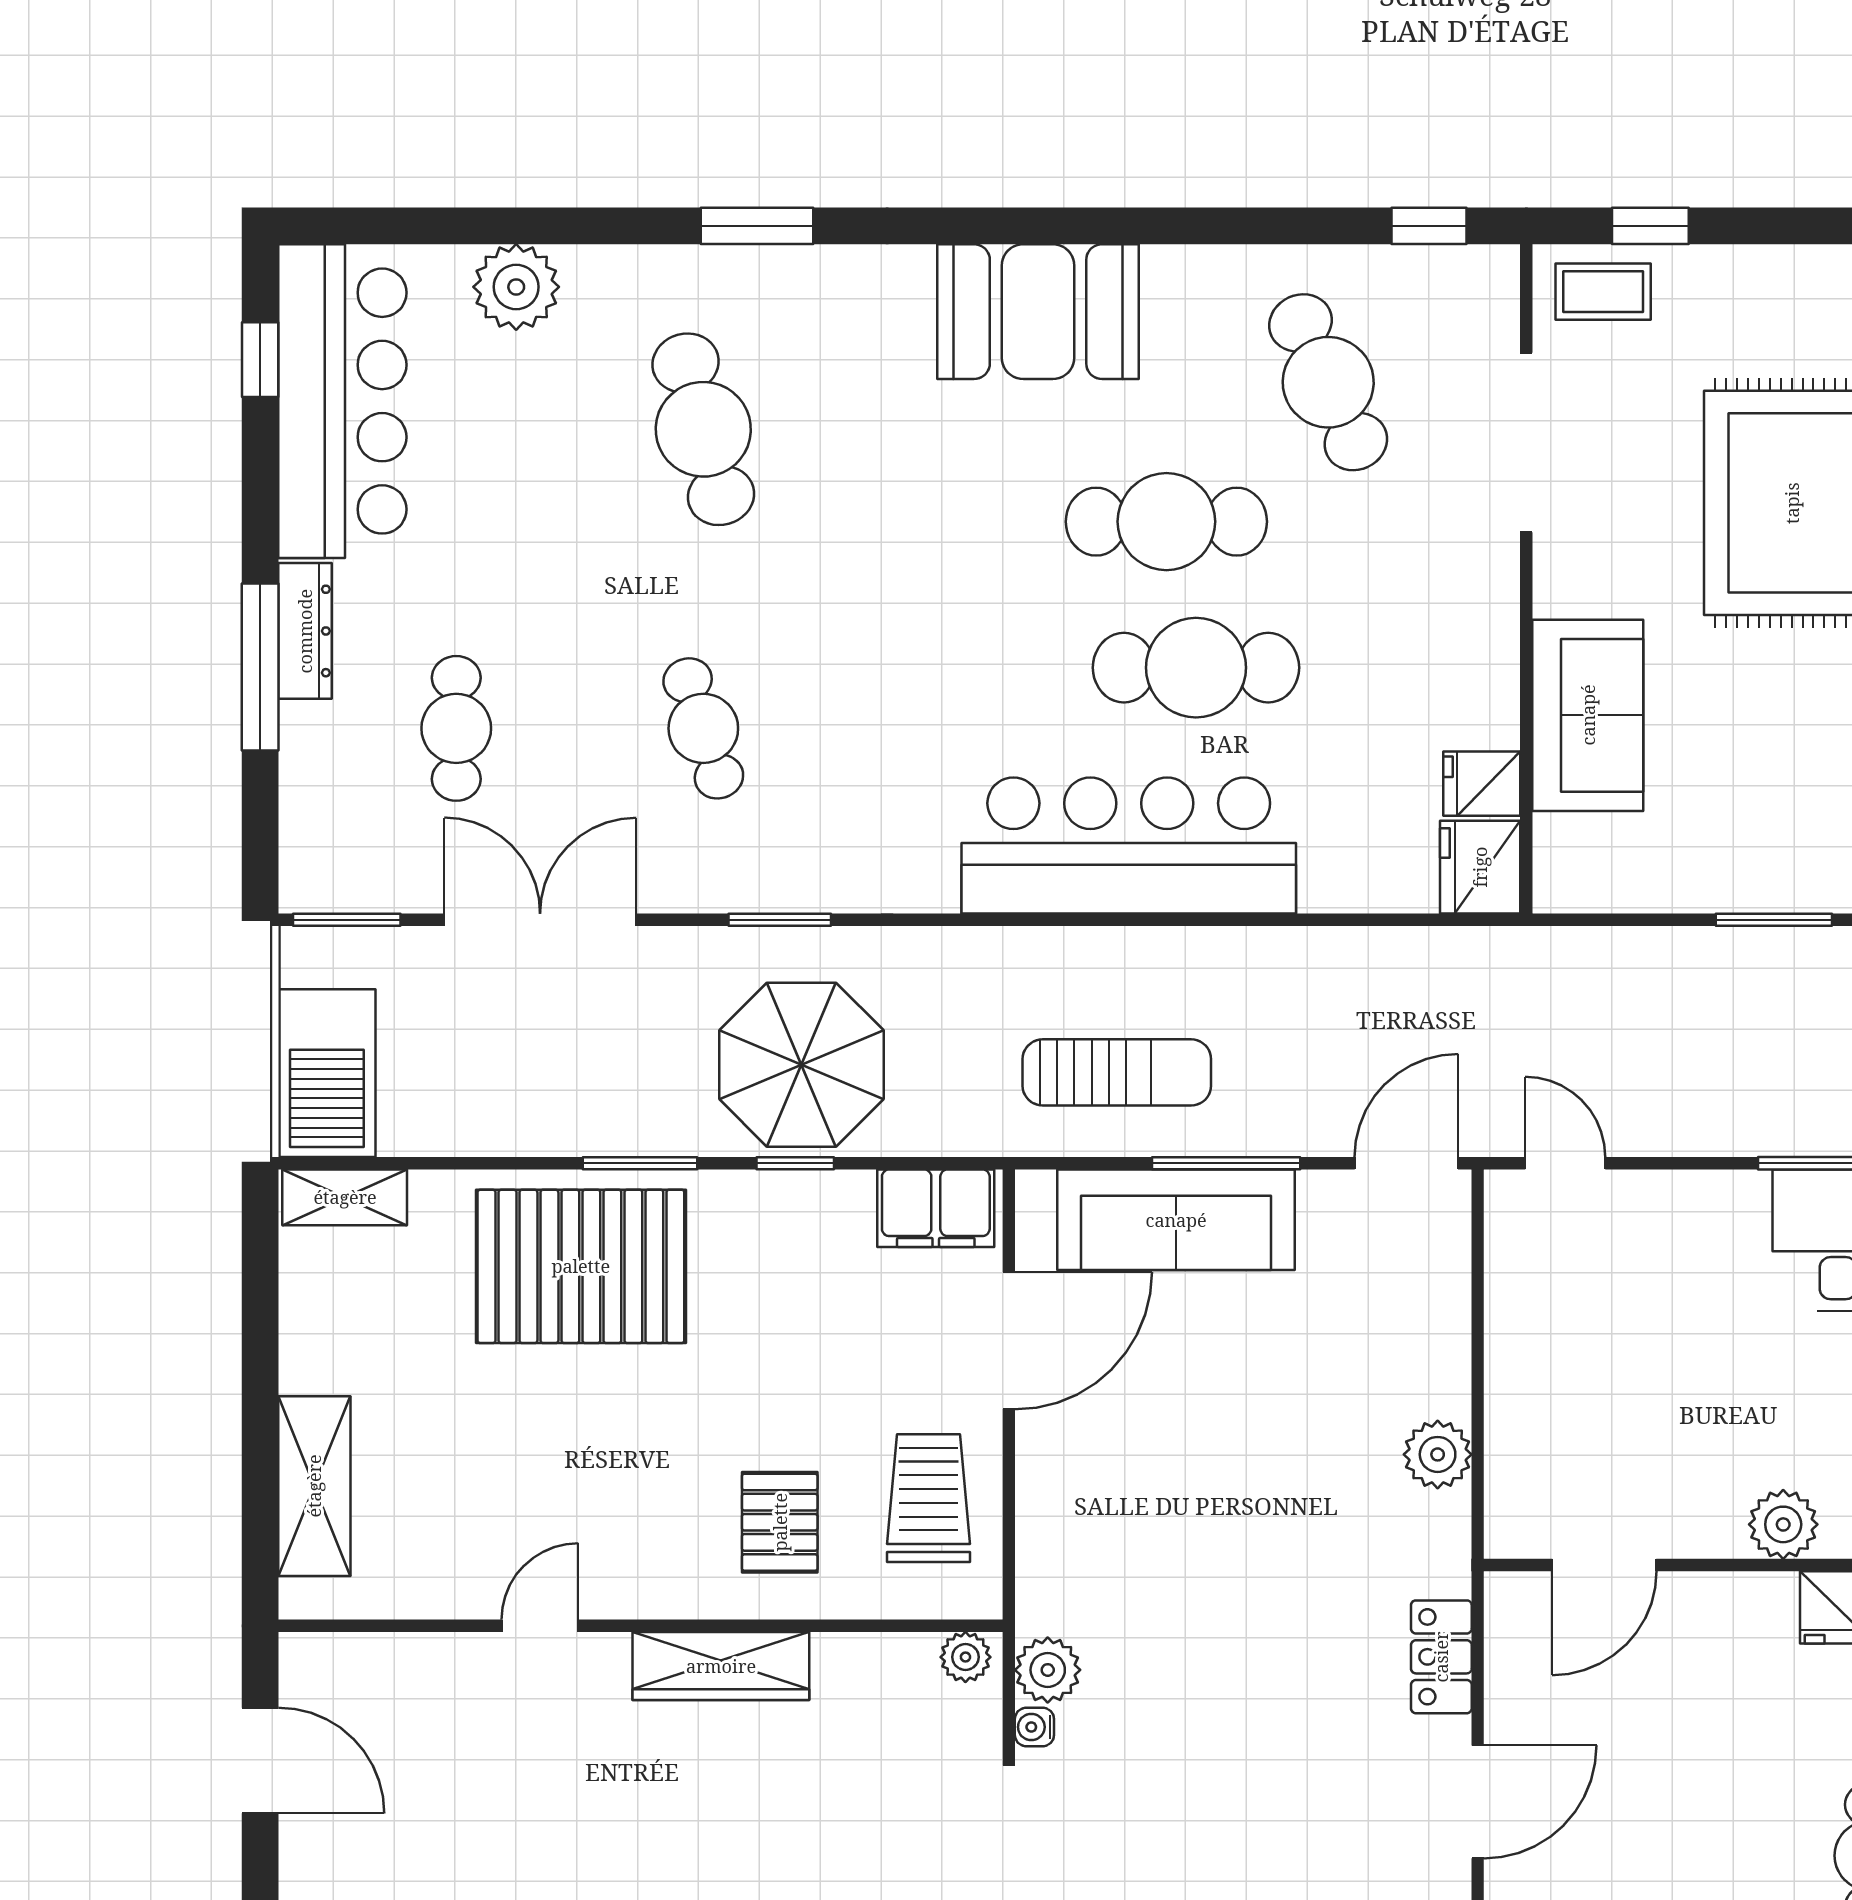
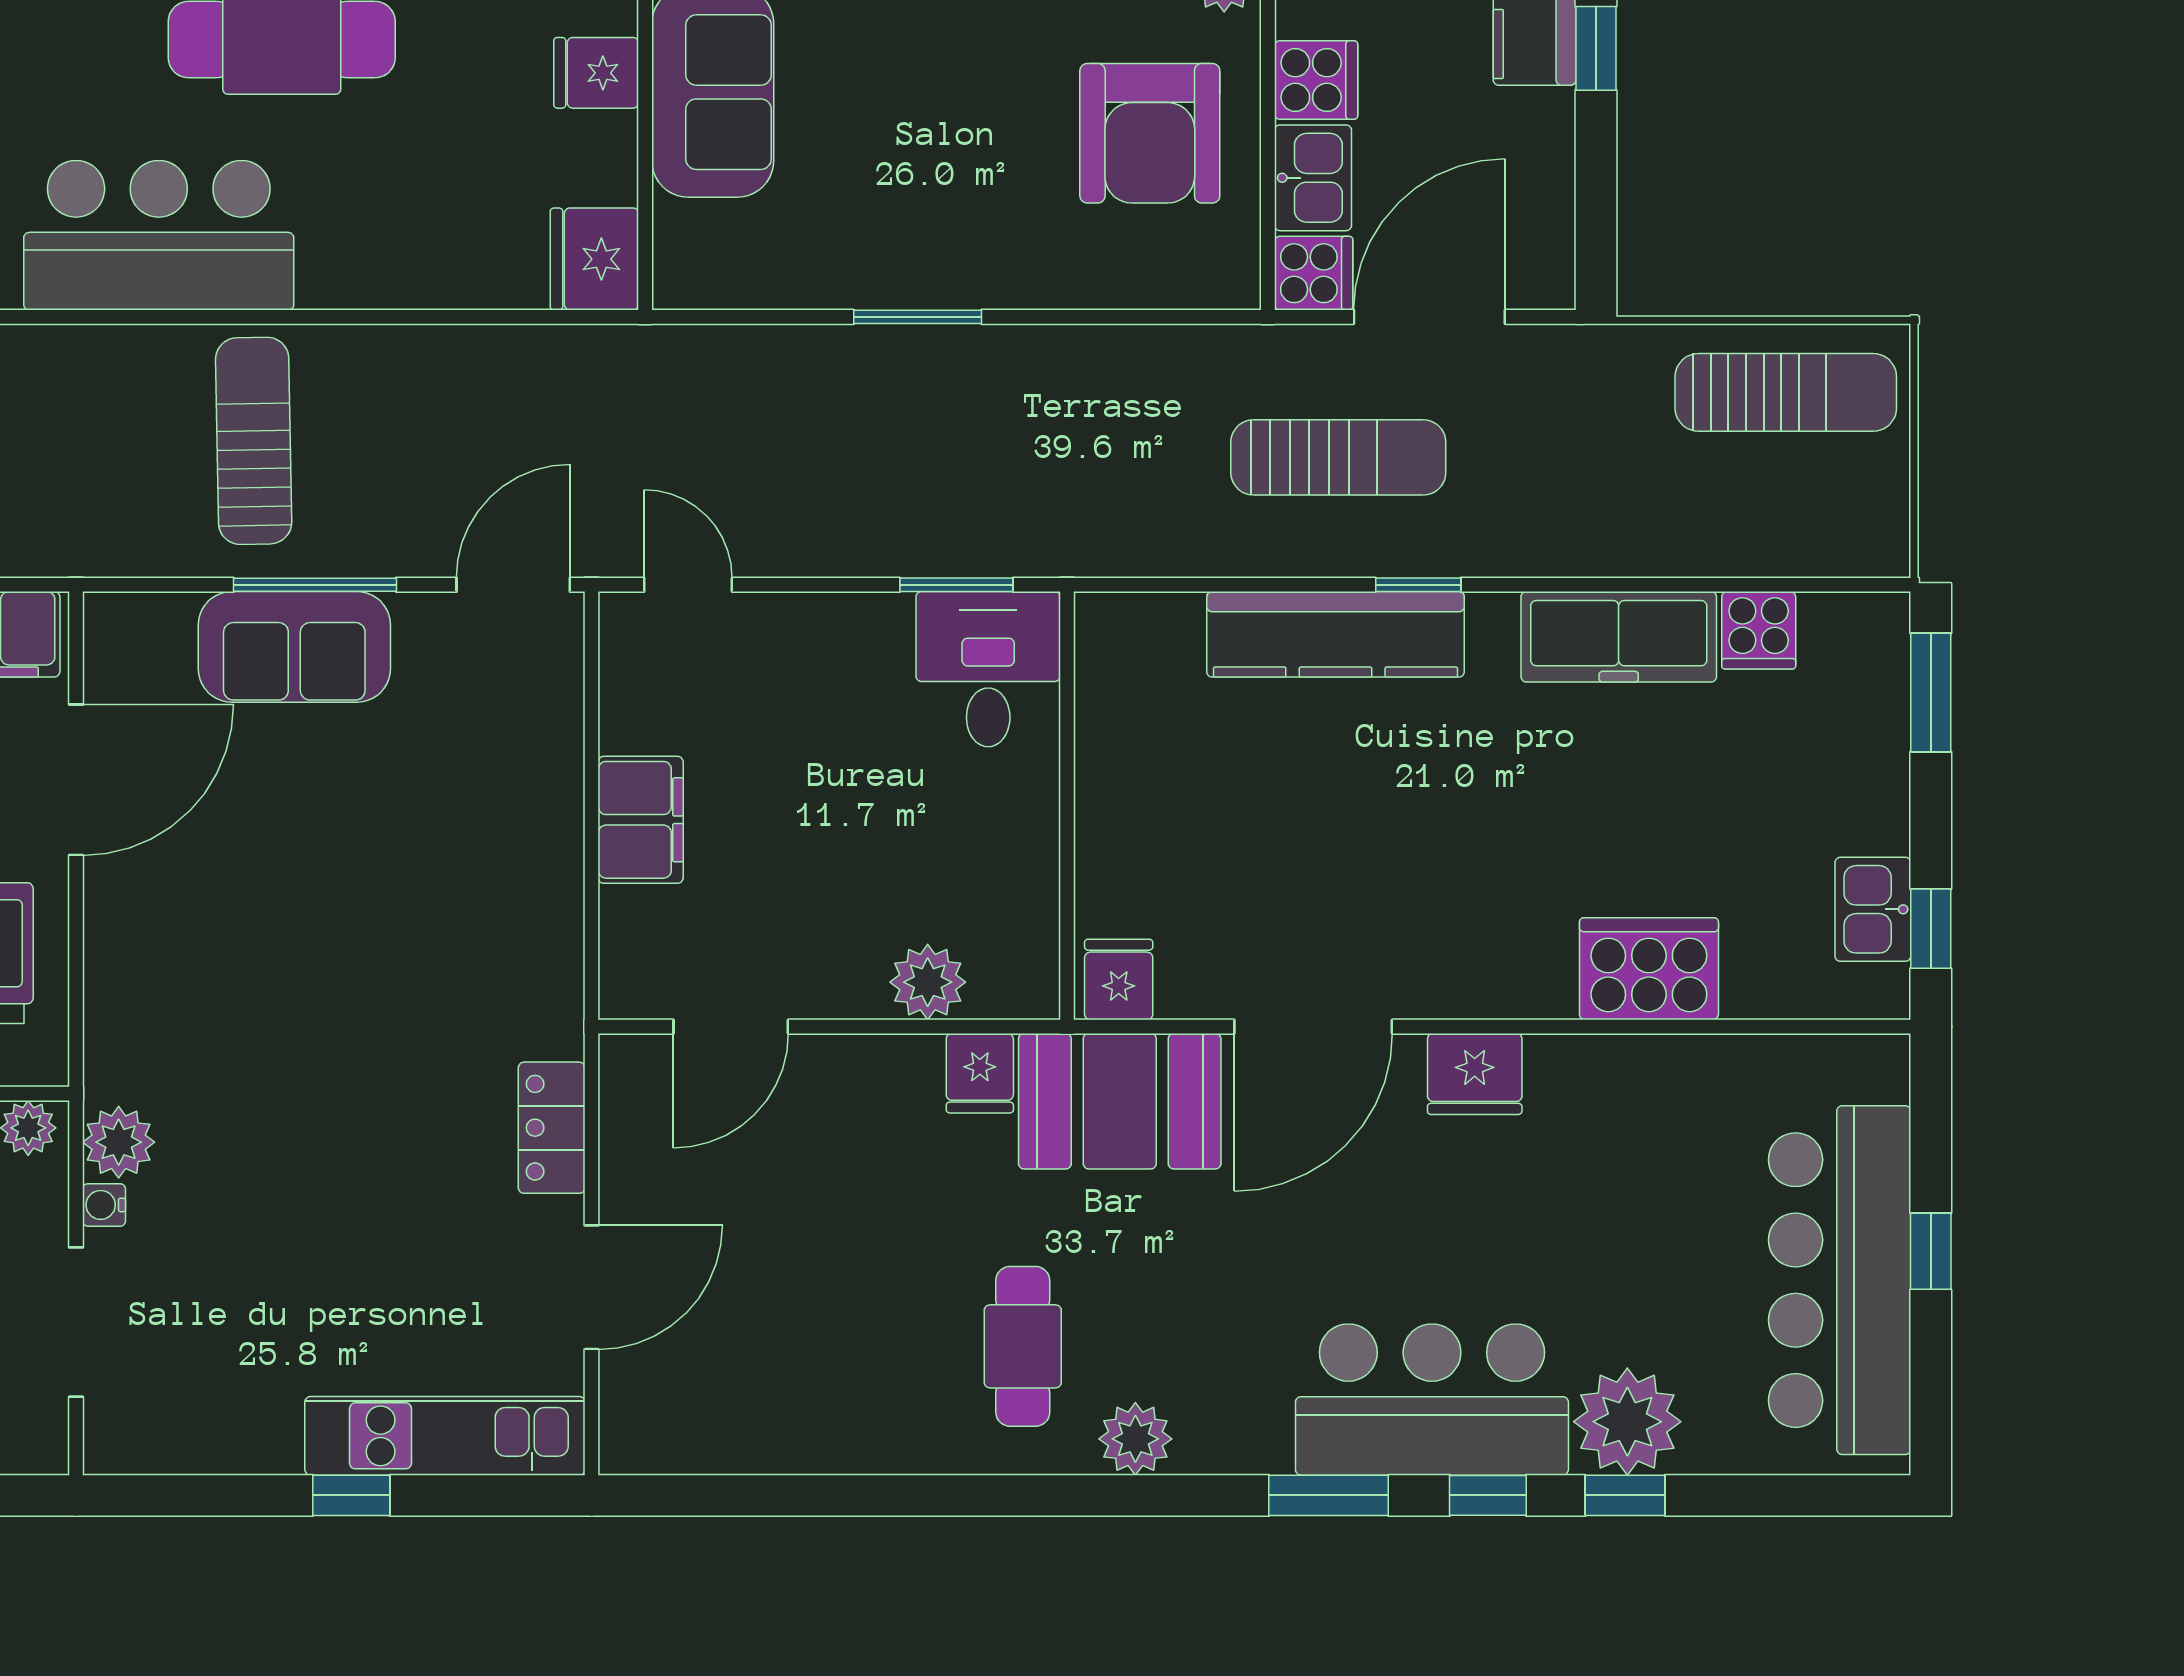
fridge: (1482, 784) -> (596, 73), moved
bar counter: (1129, 846) -> (159, 235), width x0.73
sun lounger: (1117, 1072) -> (254, 441), moved, turned -91
sofa: (1176, 1220) -> (294, 647), width x0.73
filing cabinet: (1522, 1377) -> (641, 820), added
plant: (1438, 1454) -> (548, 905), removed

